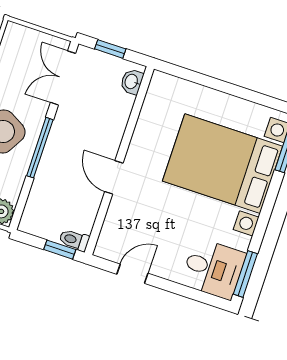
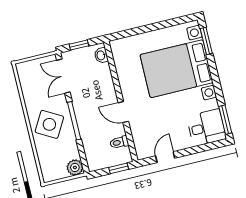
toilet: (74, 240) -> (119, 142), moved

